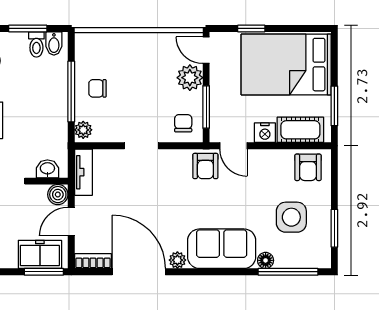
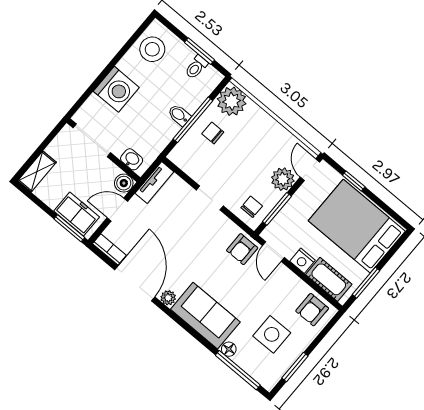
bidet: (54, 44) -> (179, 115), moved, turned 90
plant: (83, 130) -> (232, 101), moved, width x1.88, depth x1.88

